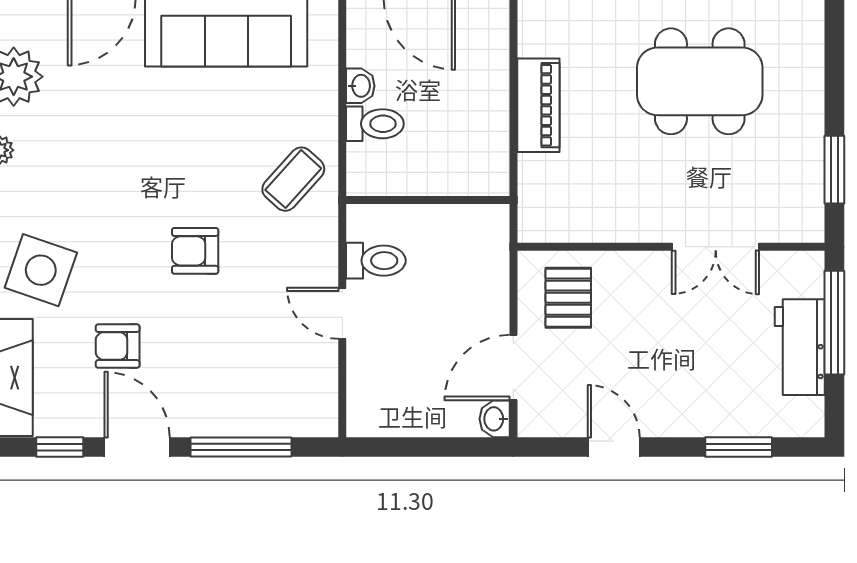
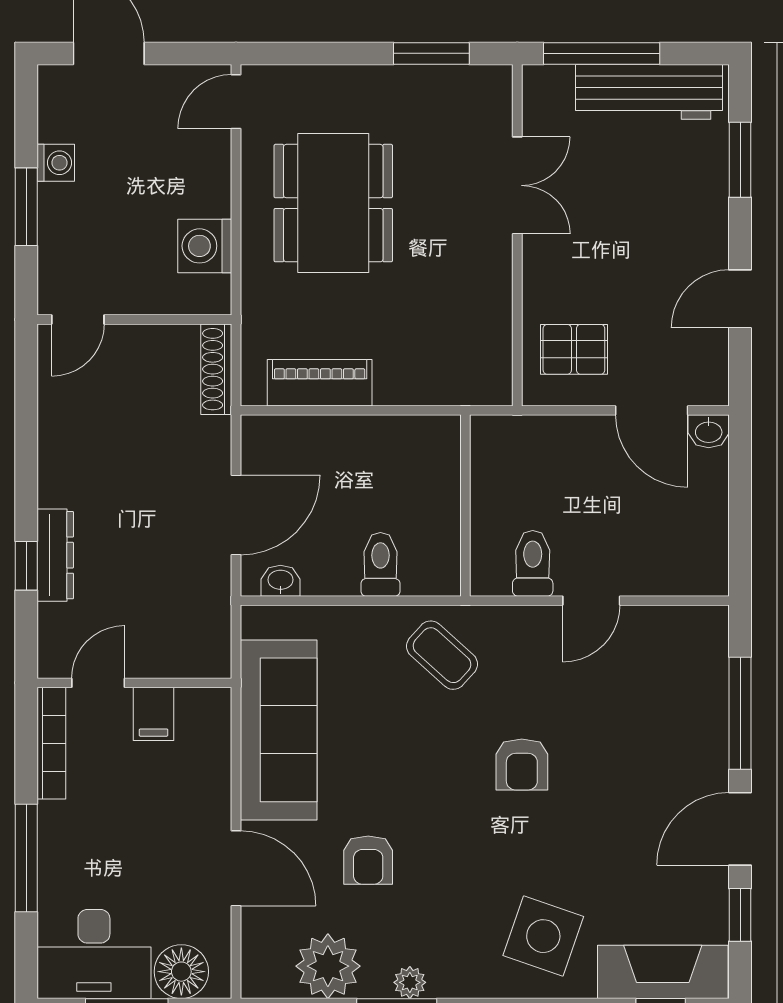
washbasin: (360, 86) -> (280, 581), moved
piano: (538, 105) -> (320, 383), moved
armchair: (118, 346) -> (368, 860), moved
workbench: (800, 347) -> (649, 92), width x1.38

